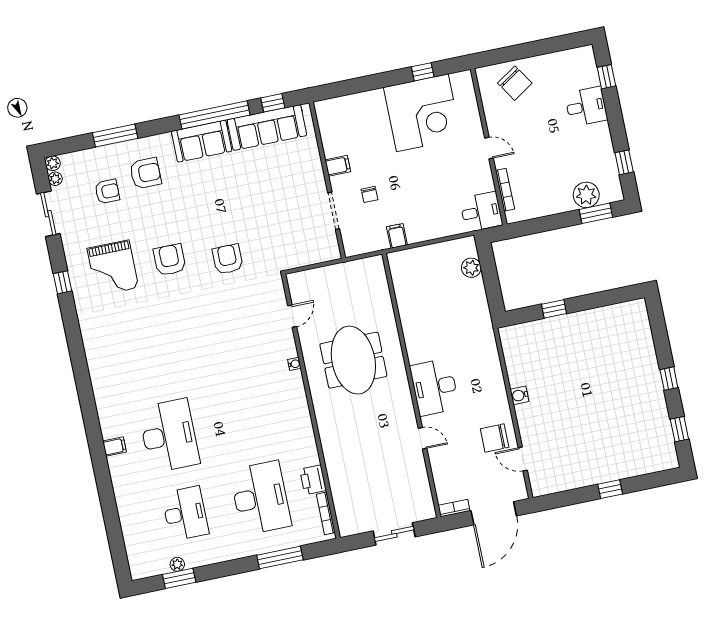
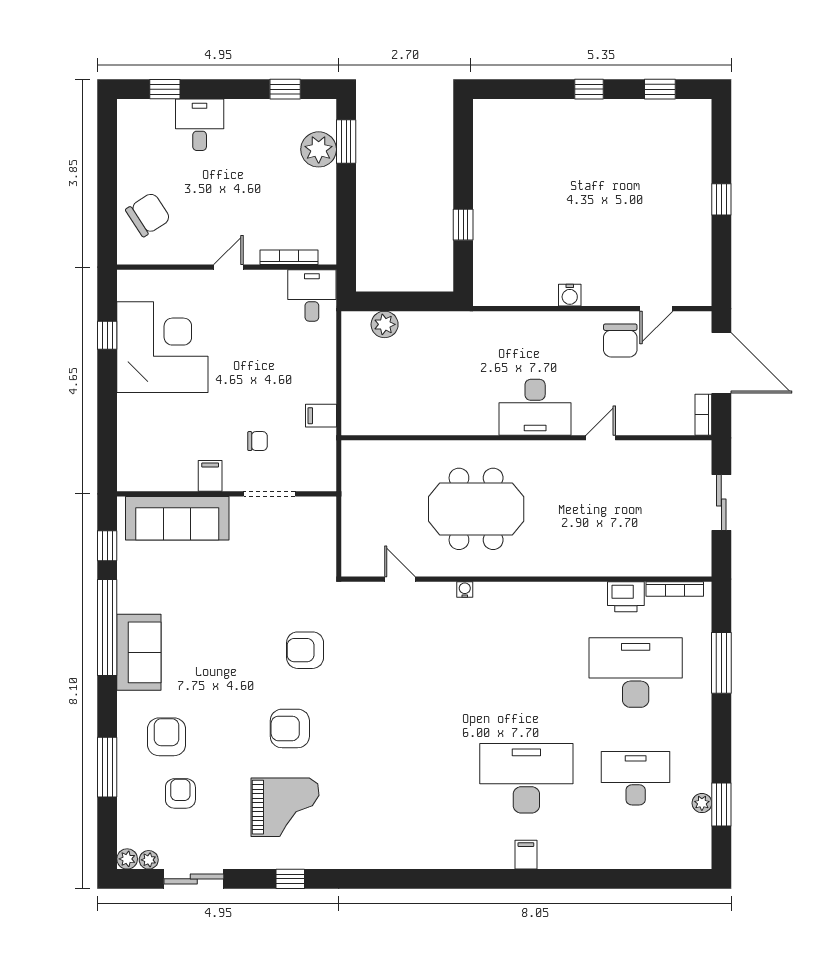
sofa: (267, 128) -> (177, 518), moved, turned 90

